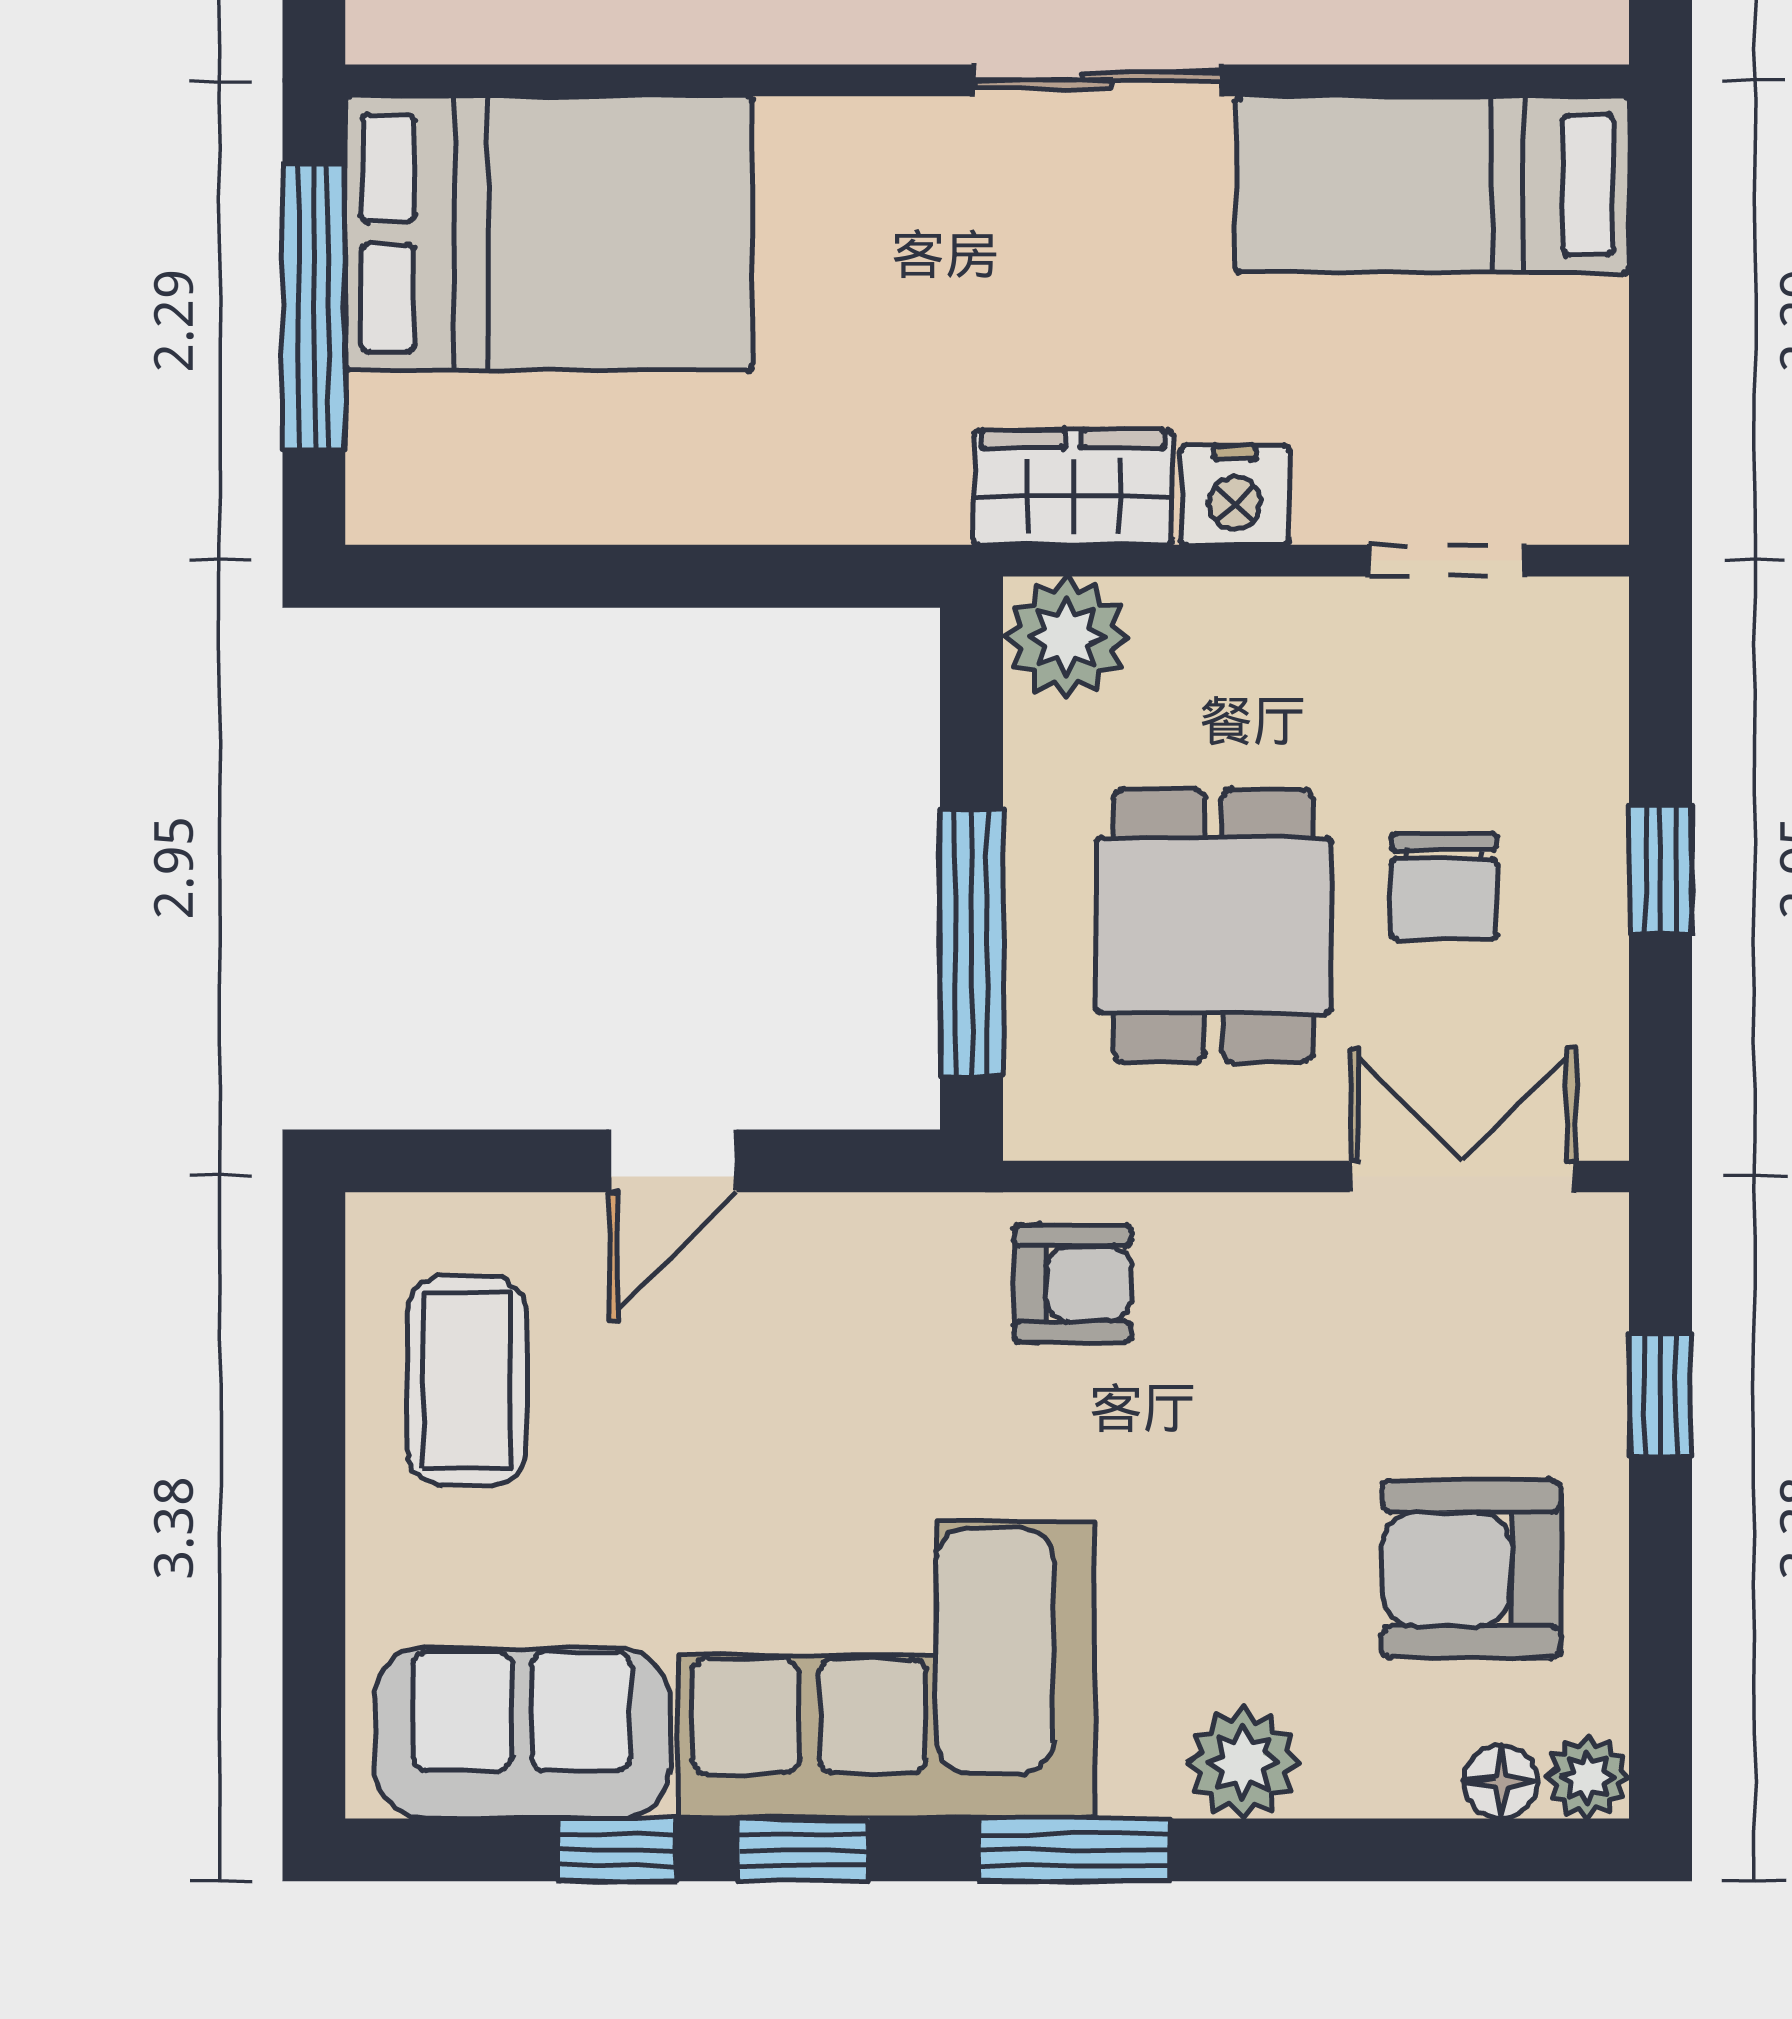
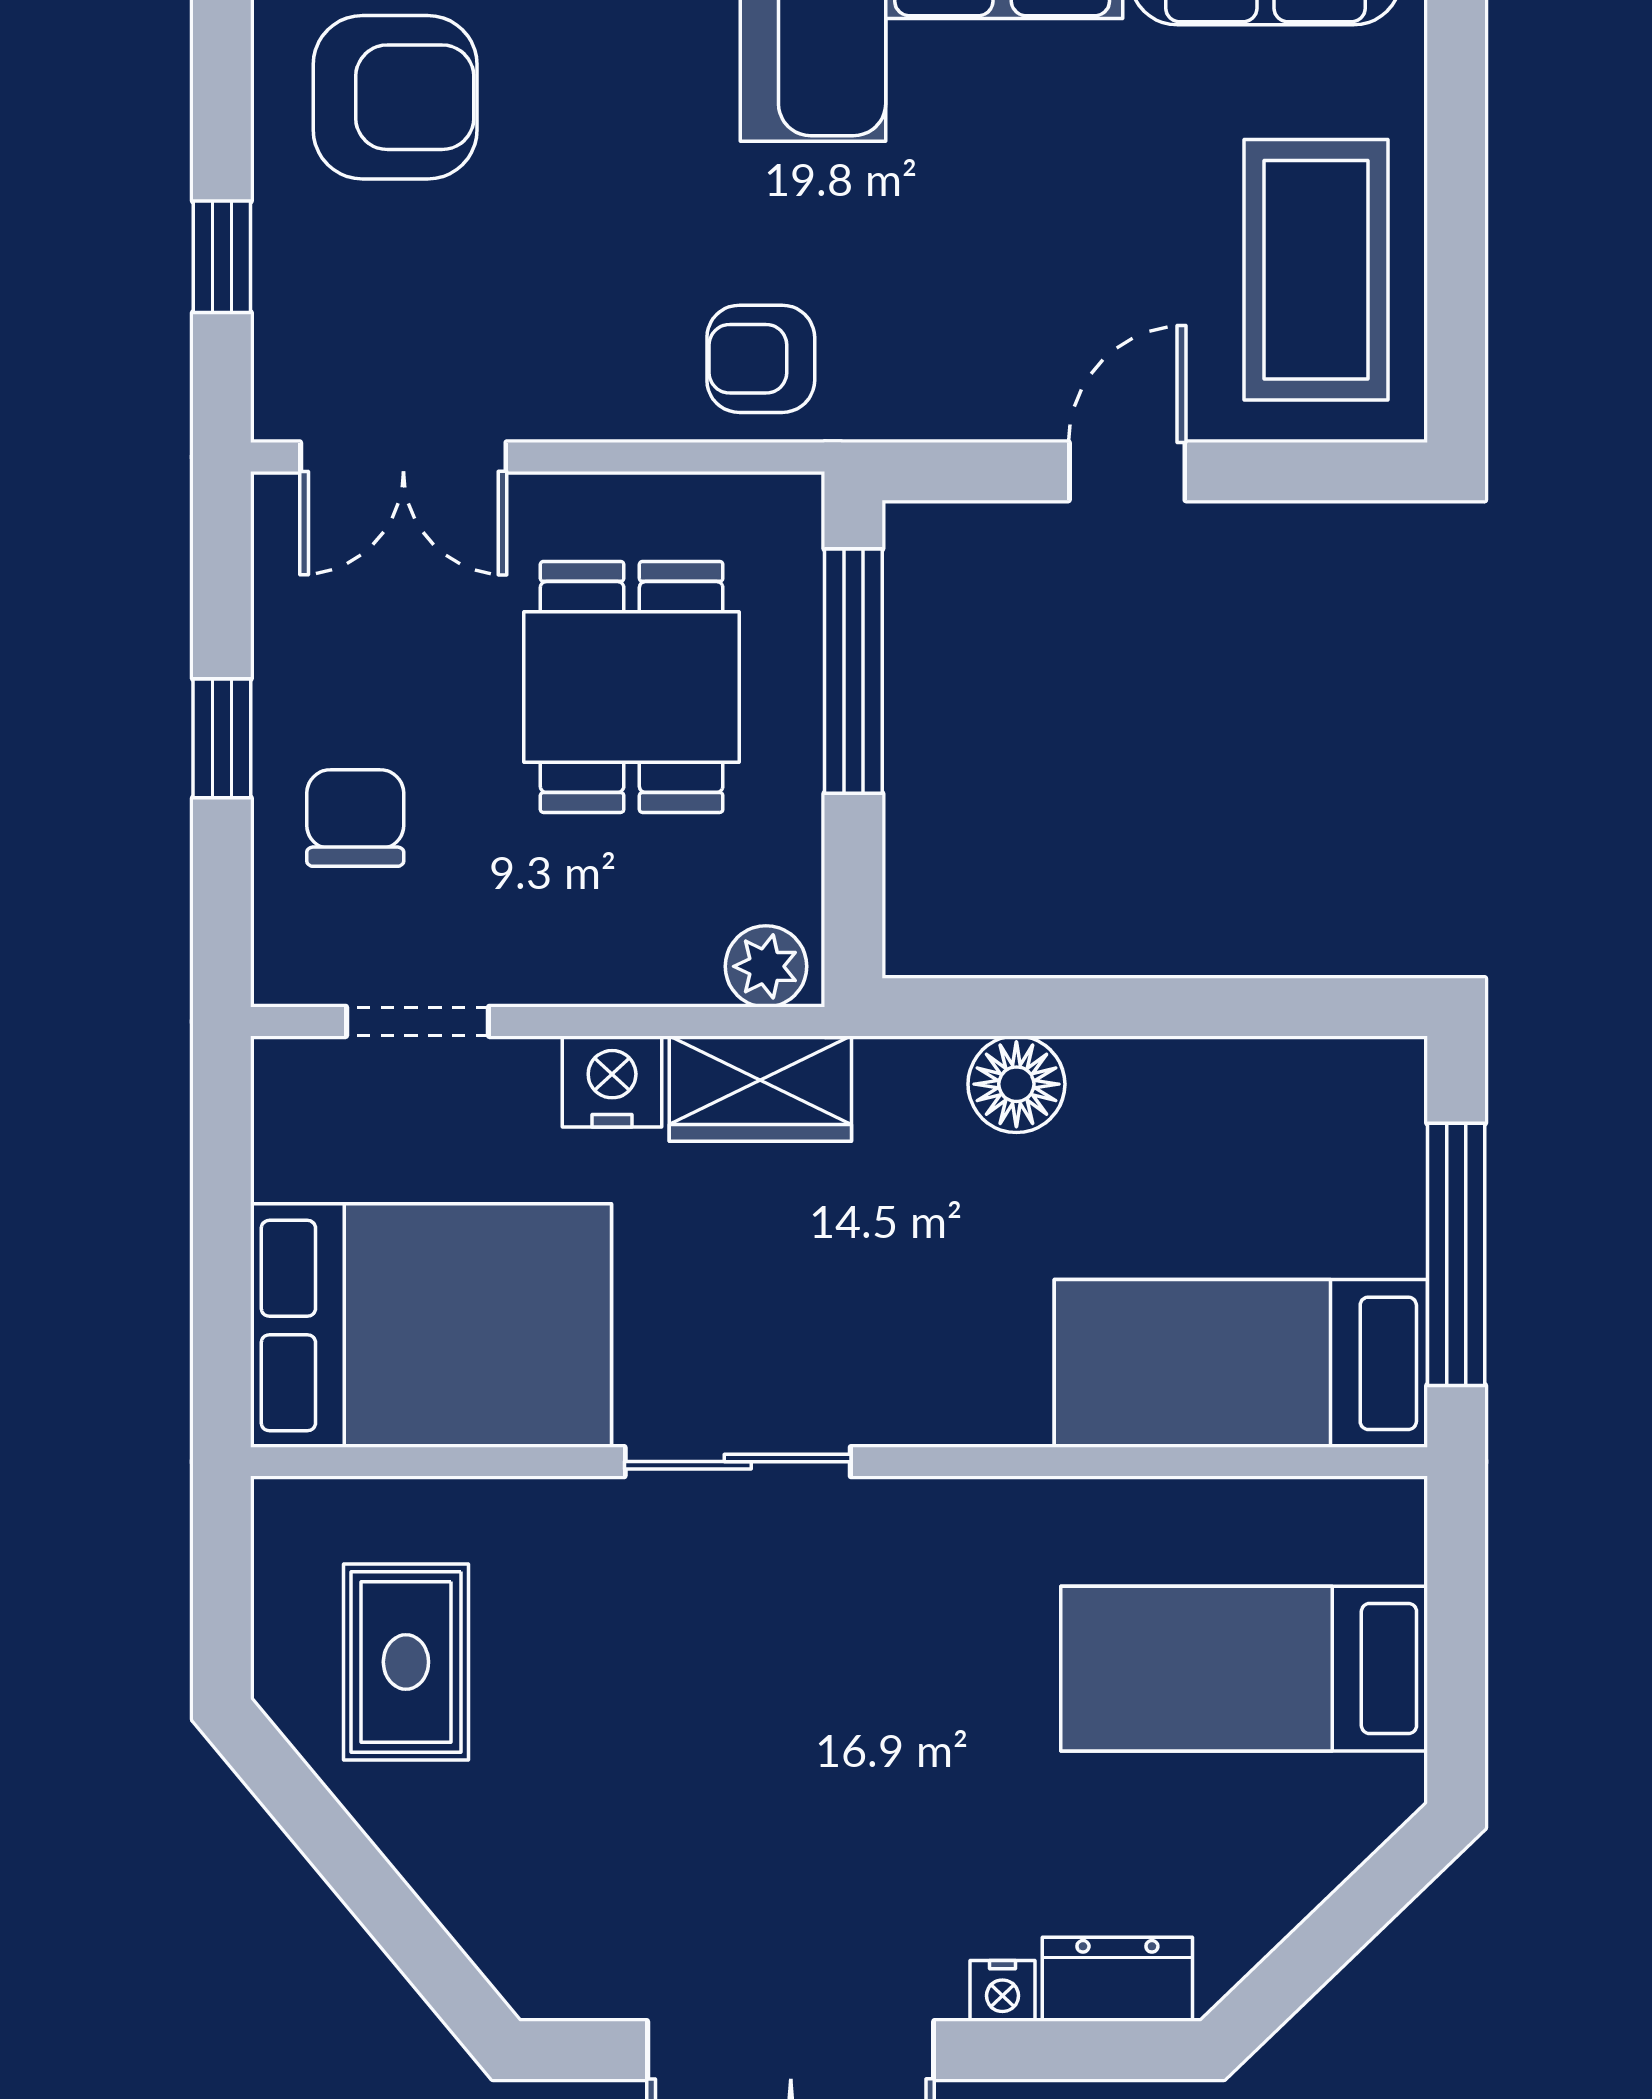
bed: (1432, 185) -> (431, 1326), width x1.50
bed: (549, 233) -> (1241, 1363), width x0.67
floor lamp: (794, 492) -> (1016, 1084), added
plant: (1067, 637) -> (766, 966), width x0.73, depth x0.73
chair: (1444, 886) -> (355, 818), moved
coffee table: (467, 1381) -> (1316, 270), width x1.36, depth x1.32

